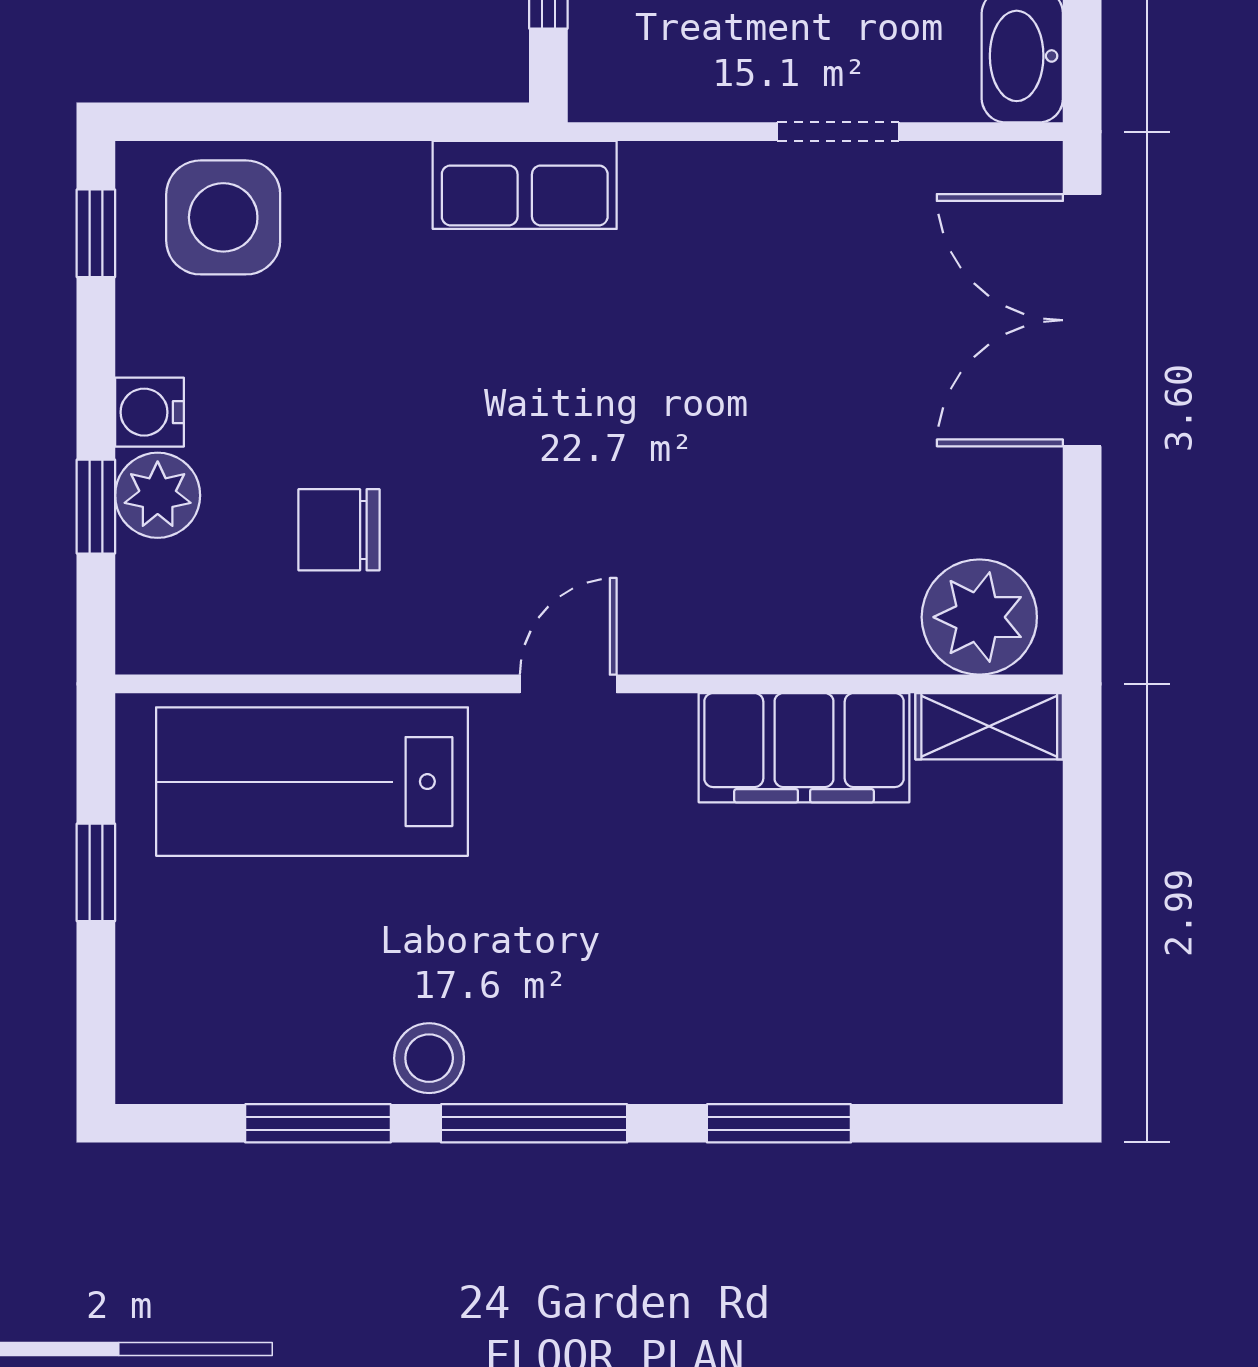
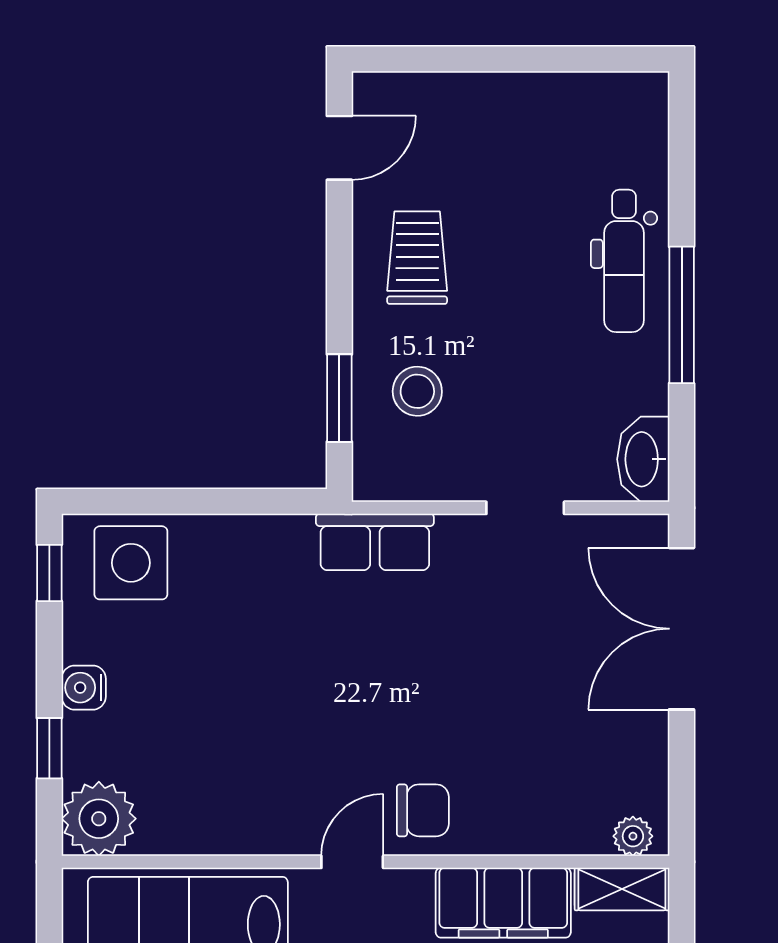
row of seats: (525, 185) -> (375, 542), moved
plant: (158, 495) -> (99, 819), moved, width x1.36, depth x1.36
chair: (339, 530) -> (423, 810), moved, turned 180
plant: (979, 617) -> (633, 836), width x0.53, depth x0.53

